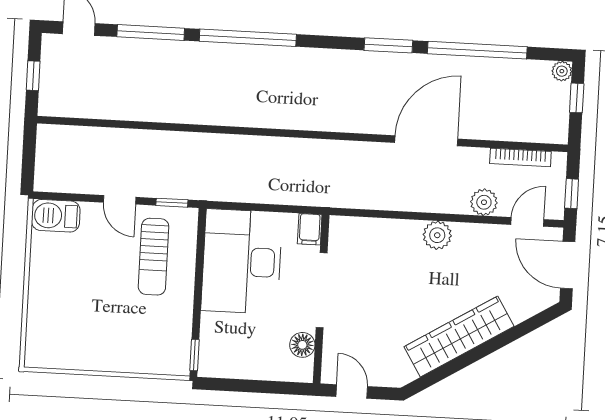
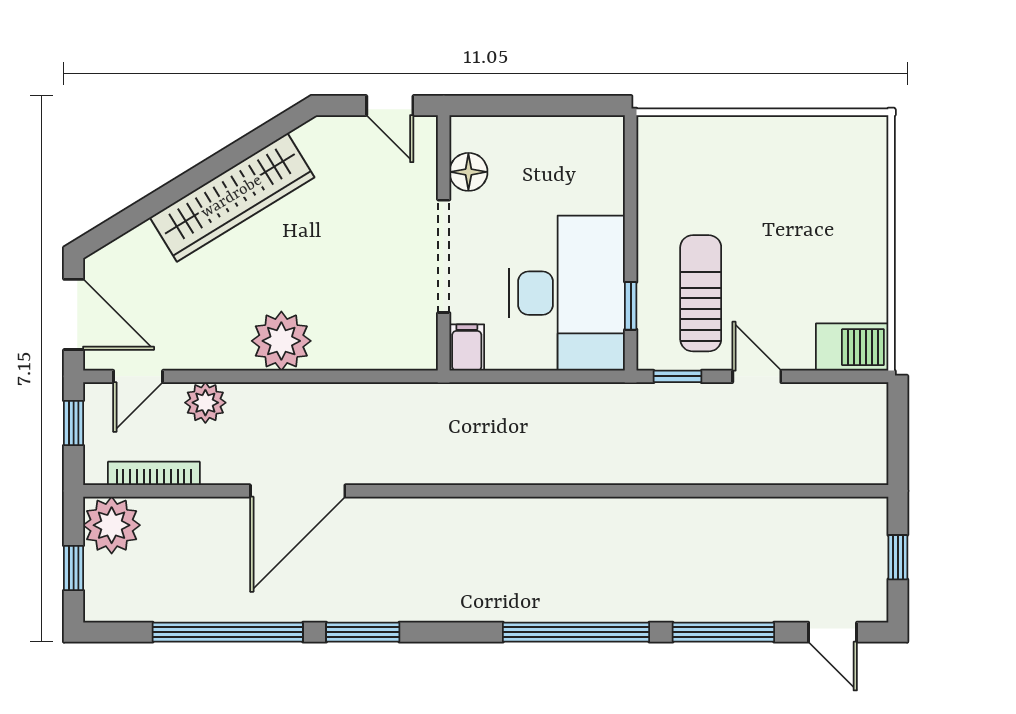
plant: (562, 71) -> (112, 525), moved, width x1.88, depth x1.88
plant: (437, 235) -> (281, 341), width x1.36, depth x1.36
window: (195, 355) -> (631, 306), moved

